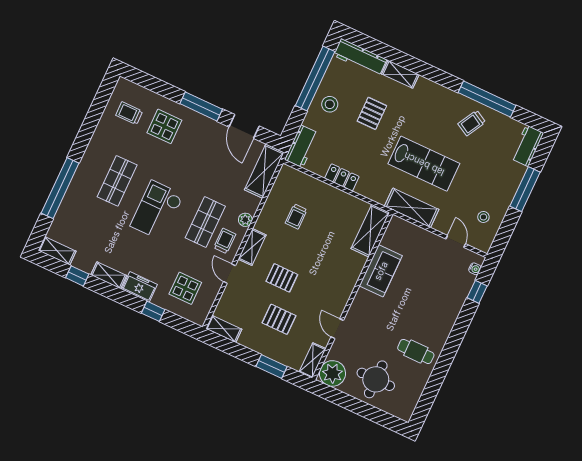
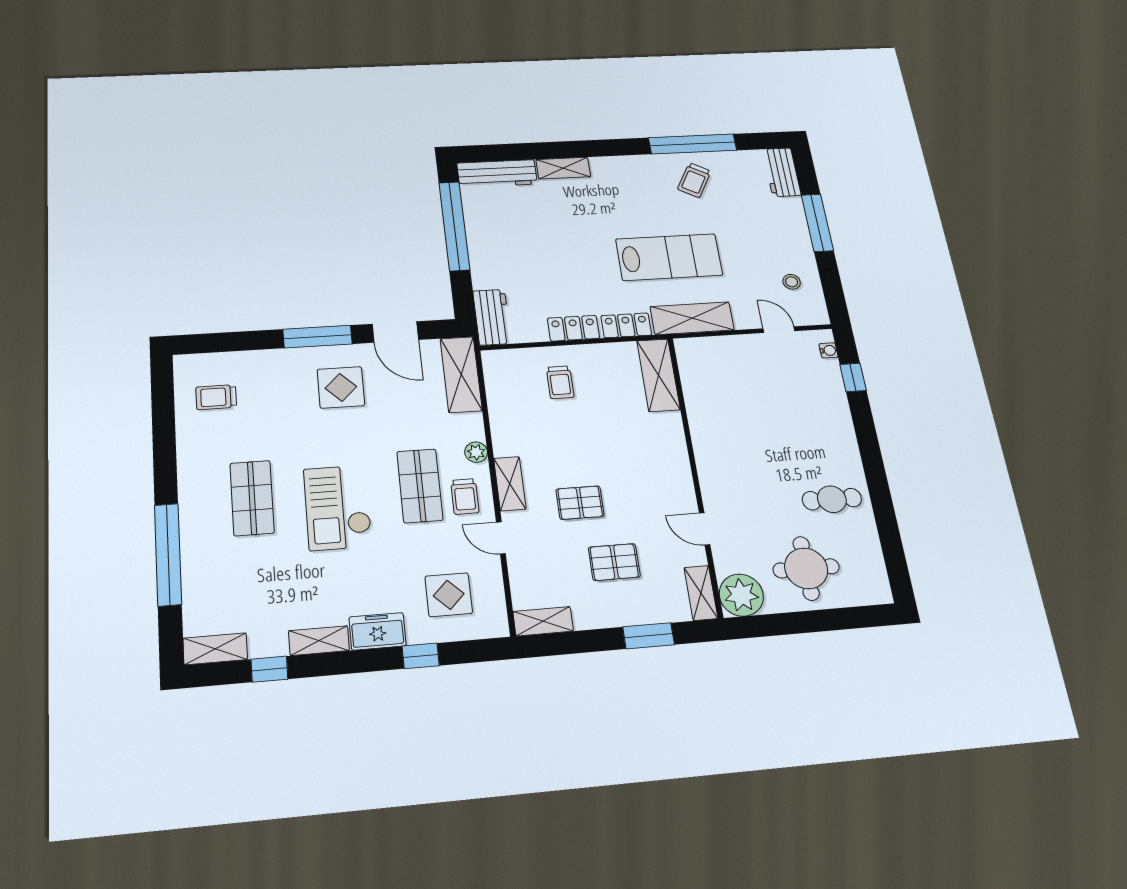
stool: (330, 104) -> (495, 247), removed
pallet: (372, 113) -> (559, 231), removed
display table: (164, 126) -> (341, 387), moved
locker: (372, 192) -> (626, 325), added
trolley: (296, 216) -> (560, 382), moved
trolley: (225, 241) -> (465, 496), turned 180
sofa: (381, 271) -> (709, 419), removed

